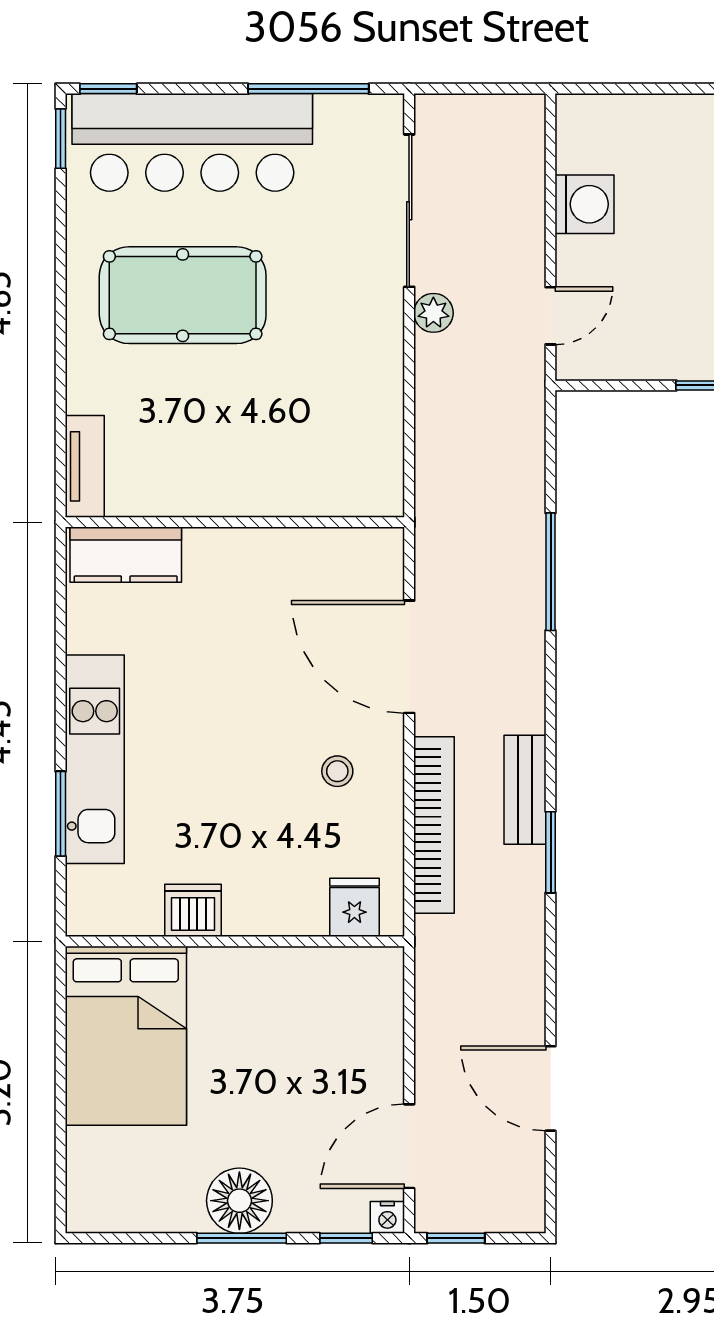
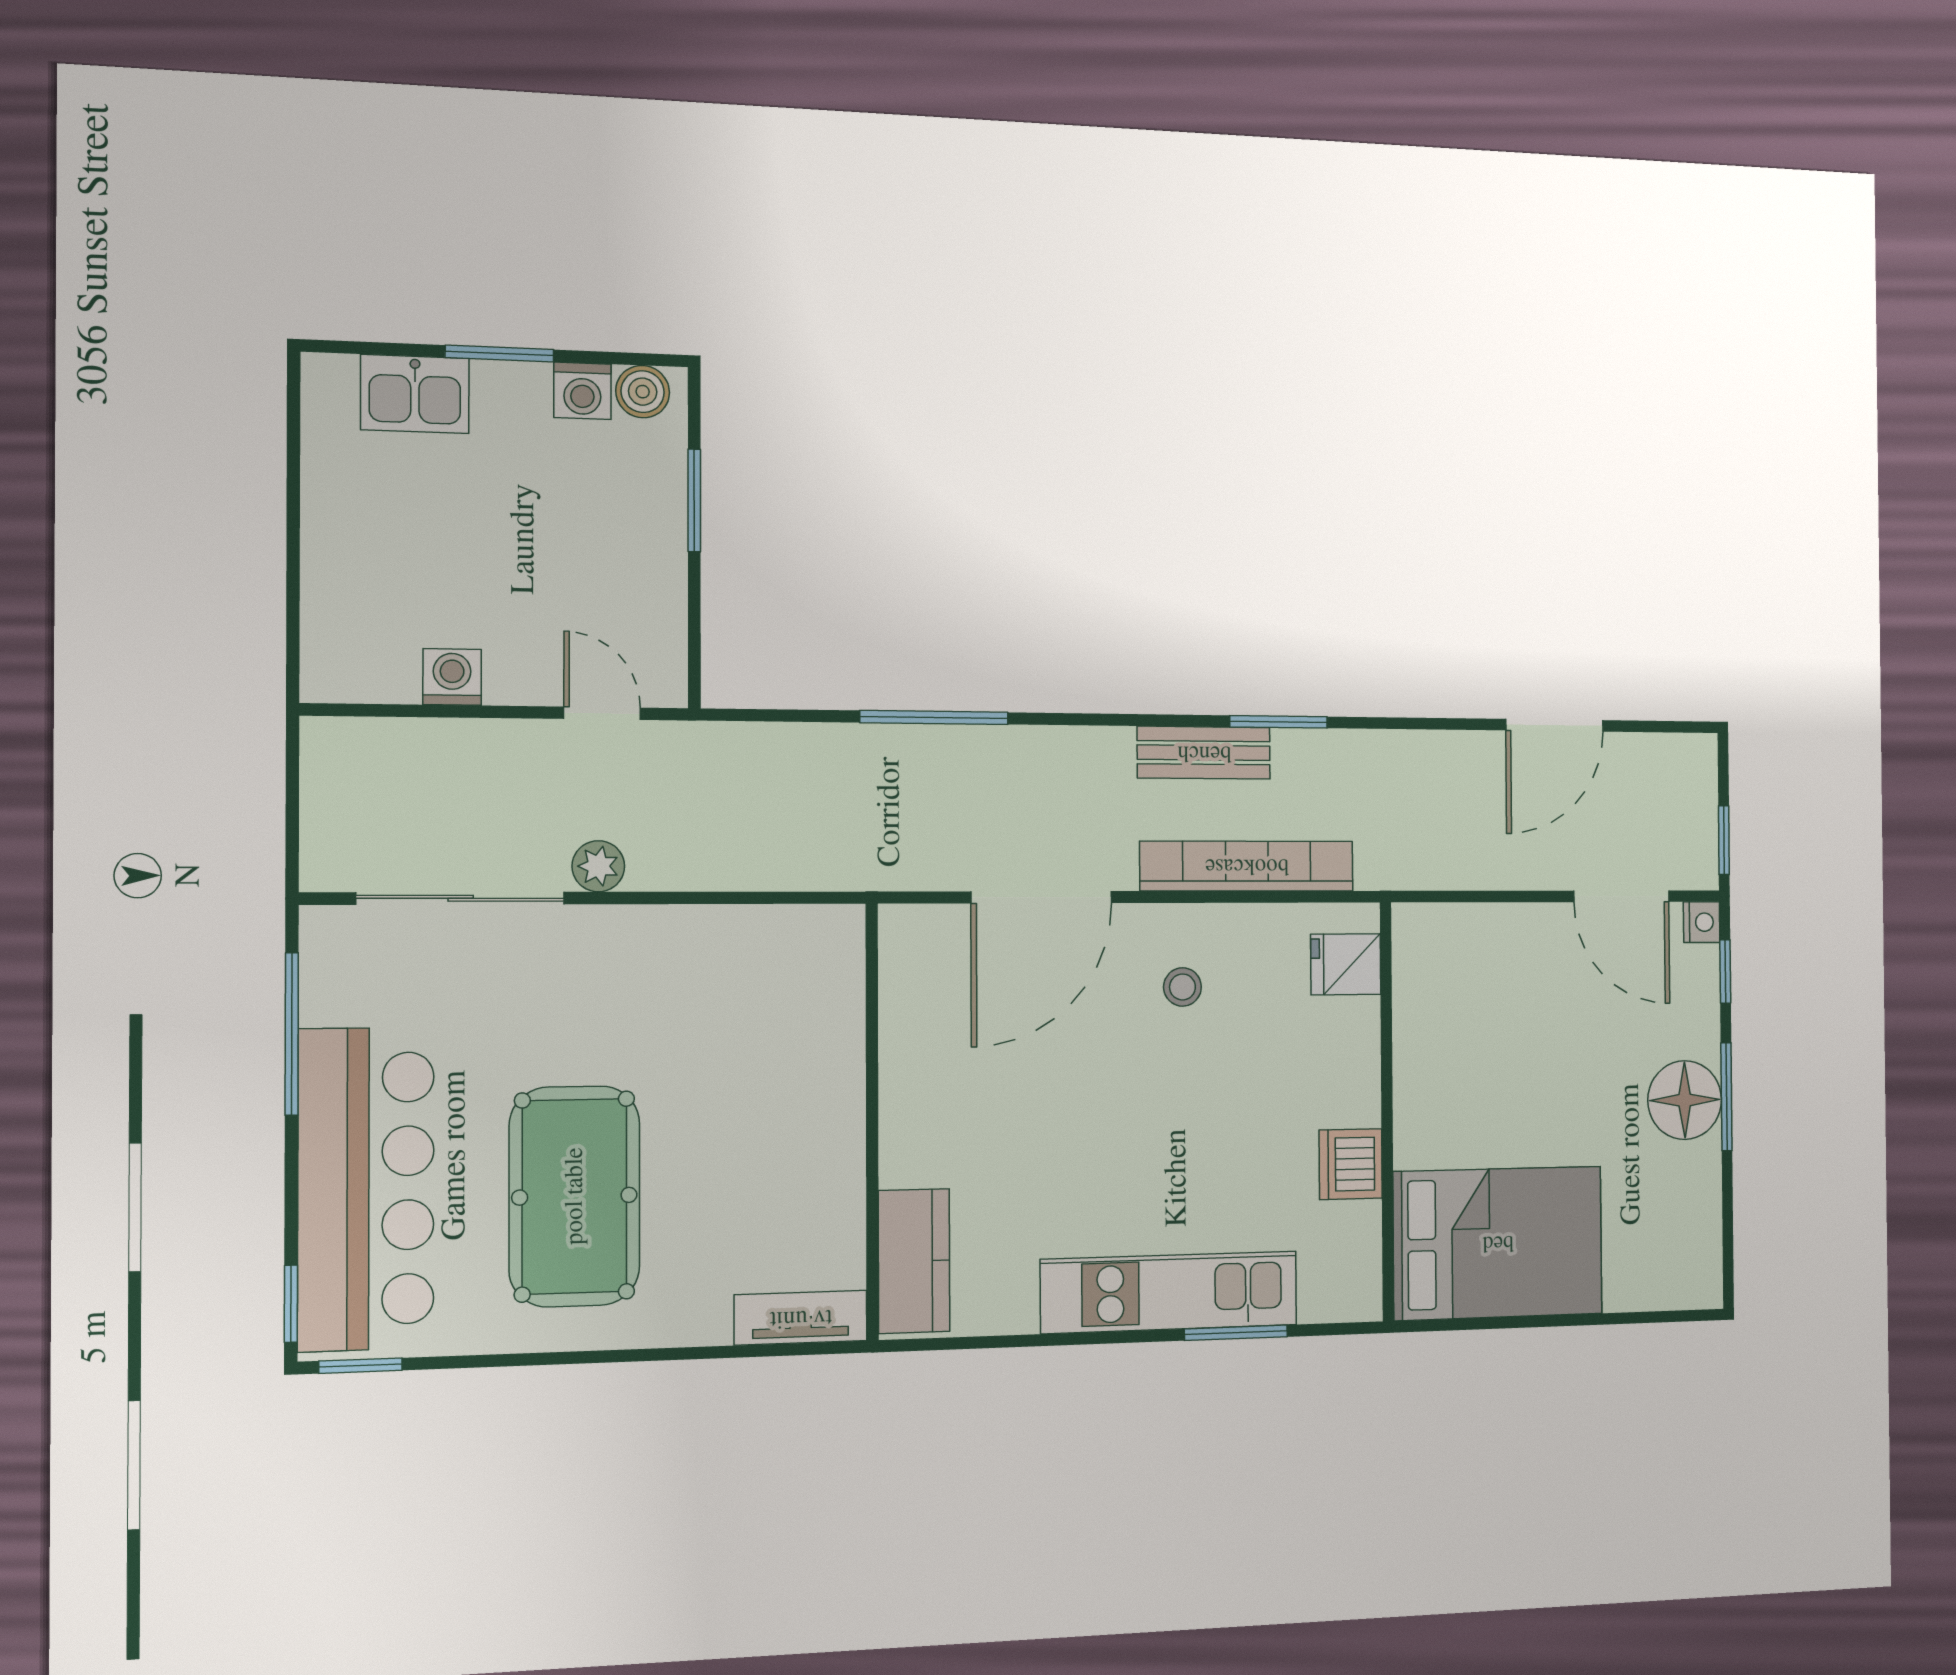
washing machine: (585, 204) -> (452, 677), width x0.73, depth x0.73

